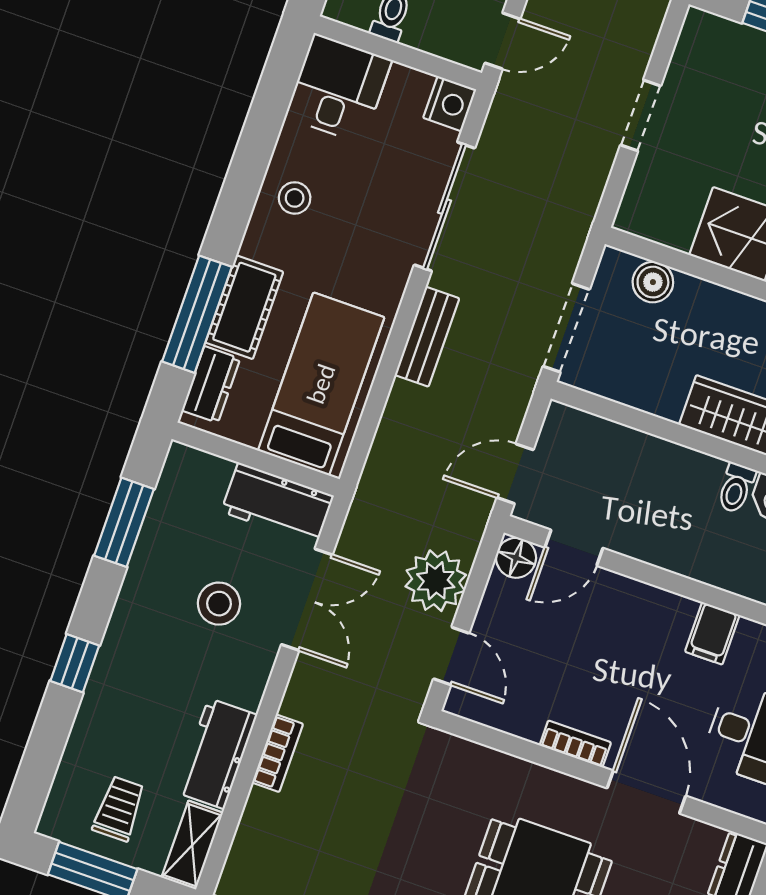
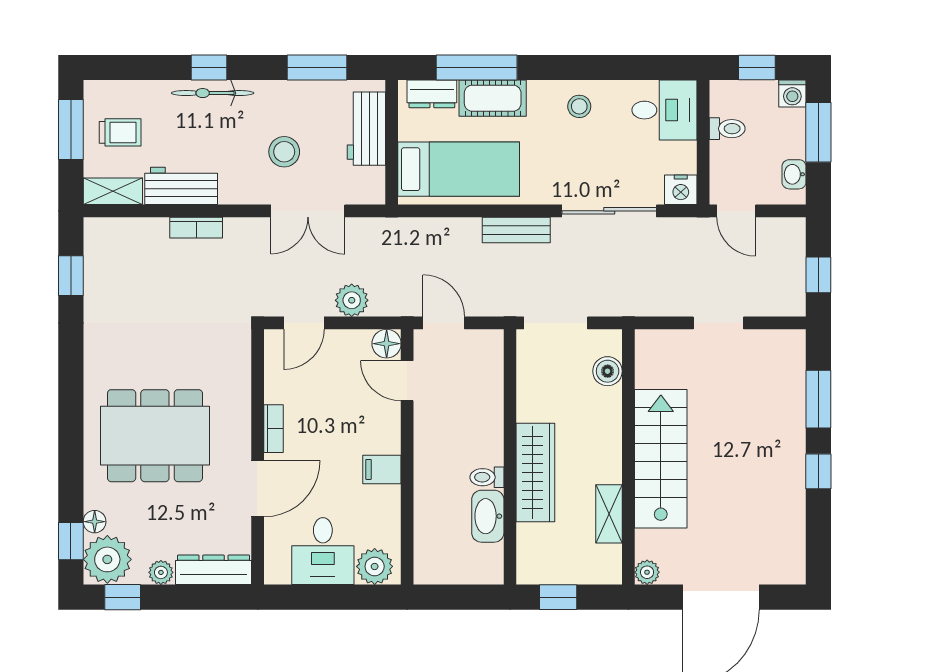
workbench: (277, 504) -> (366, 129), moved
plant: (436, 581) -> (352, 300), width x0.73, depth x0.73
filing cabinet: (712, 633) -> (382, 469), moved
bicycle: (110, 670) -> (213, 93), added

